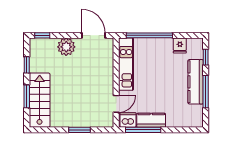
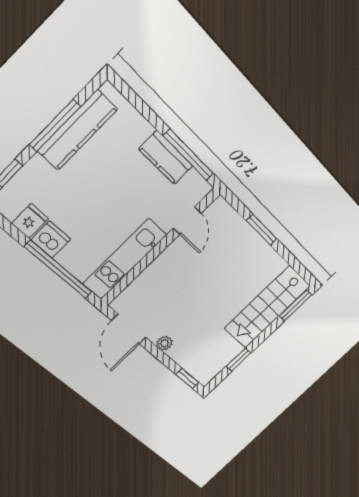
plant: (66, 47) -> (165, 343), width x0.53, depth x0.53
kitchen counter: (196, 82) -> (77, 130), moved
window: (27, 96) -> (296, 305), moved
door: (116, 104) -> (187, 221), swing flipped
dishwasher: (128, 120) -> (51, 239), moved, turned 180

